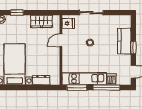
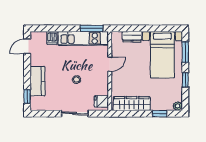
wardrobe: (42, 21) -> (132, 104), width x1.50
door: (61, 40) -> (110, 64), moved
window: (133, 48) -> (27, 96), moved
window: (106, 88) -> (58, 28), removed

